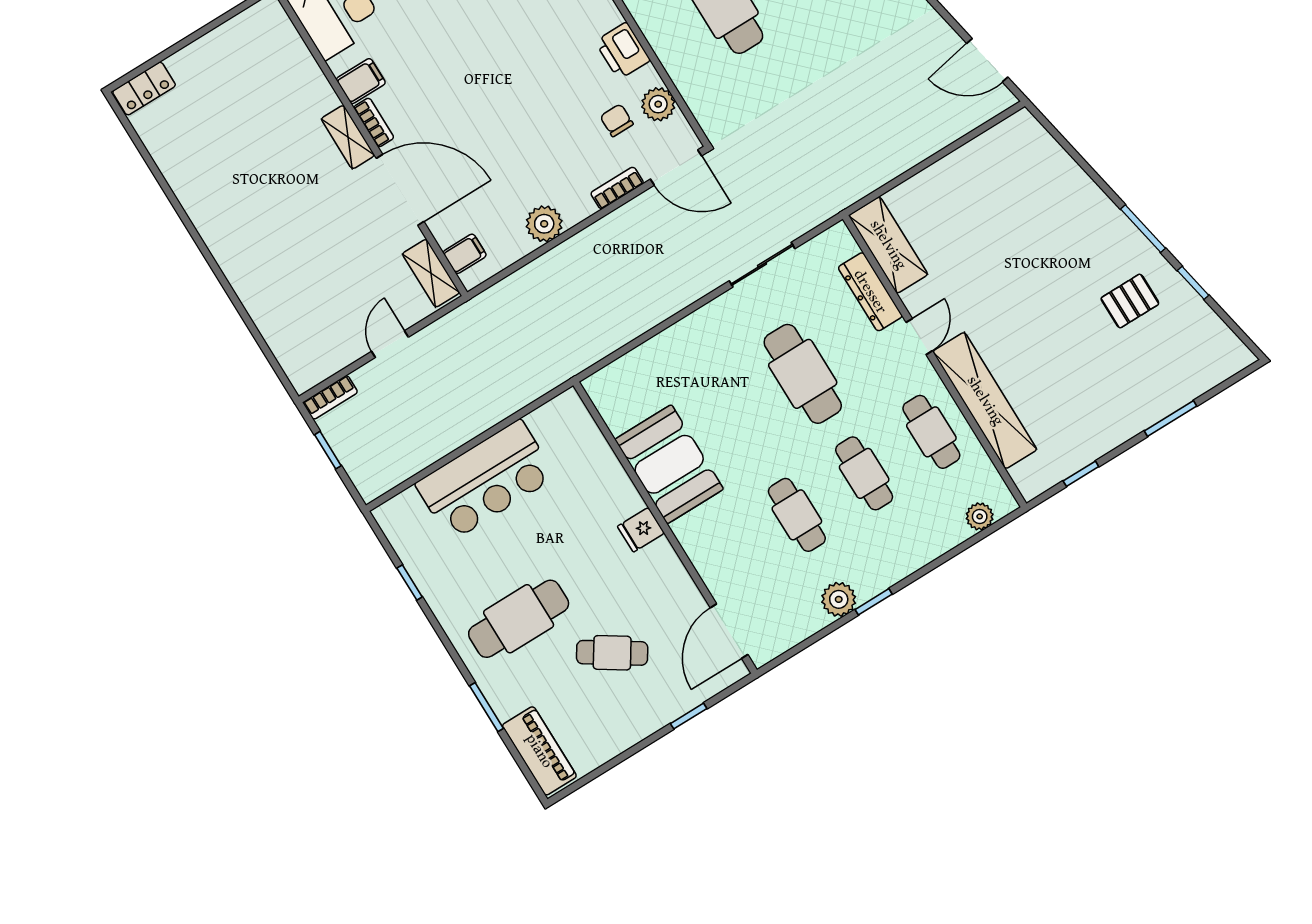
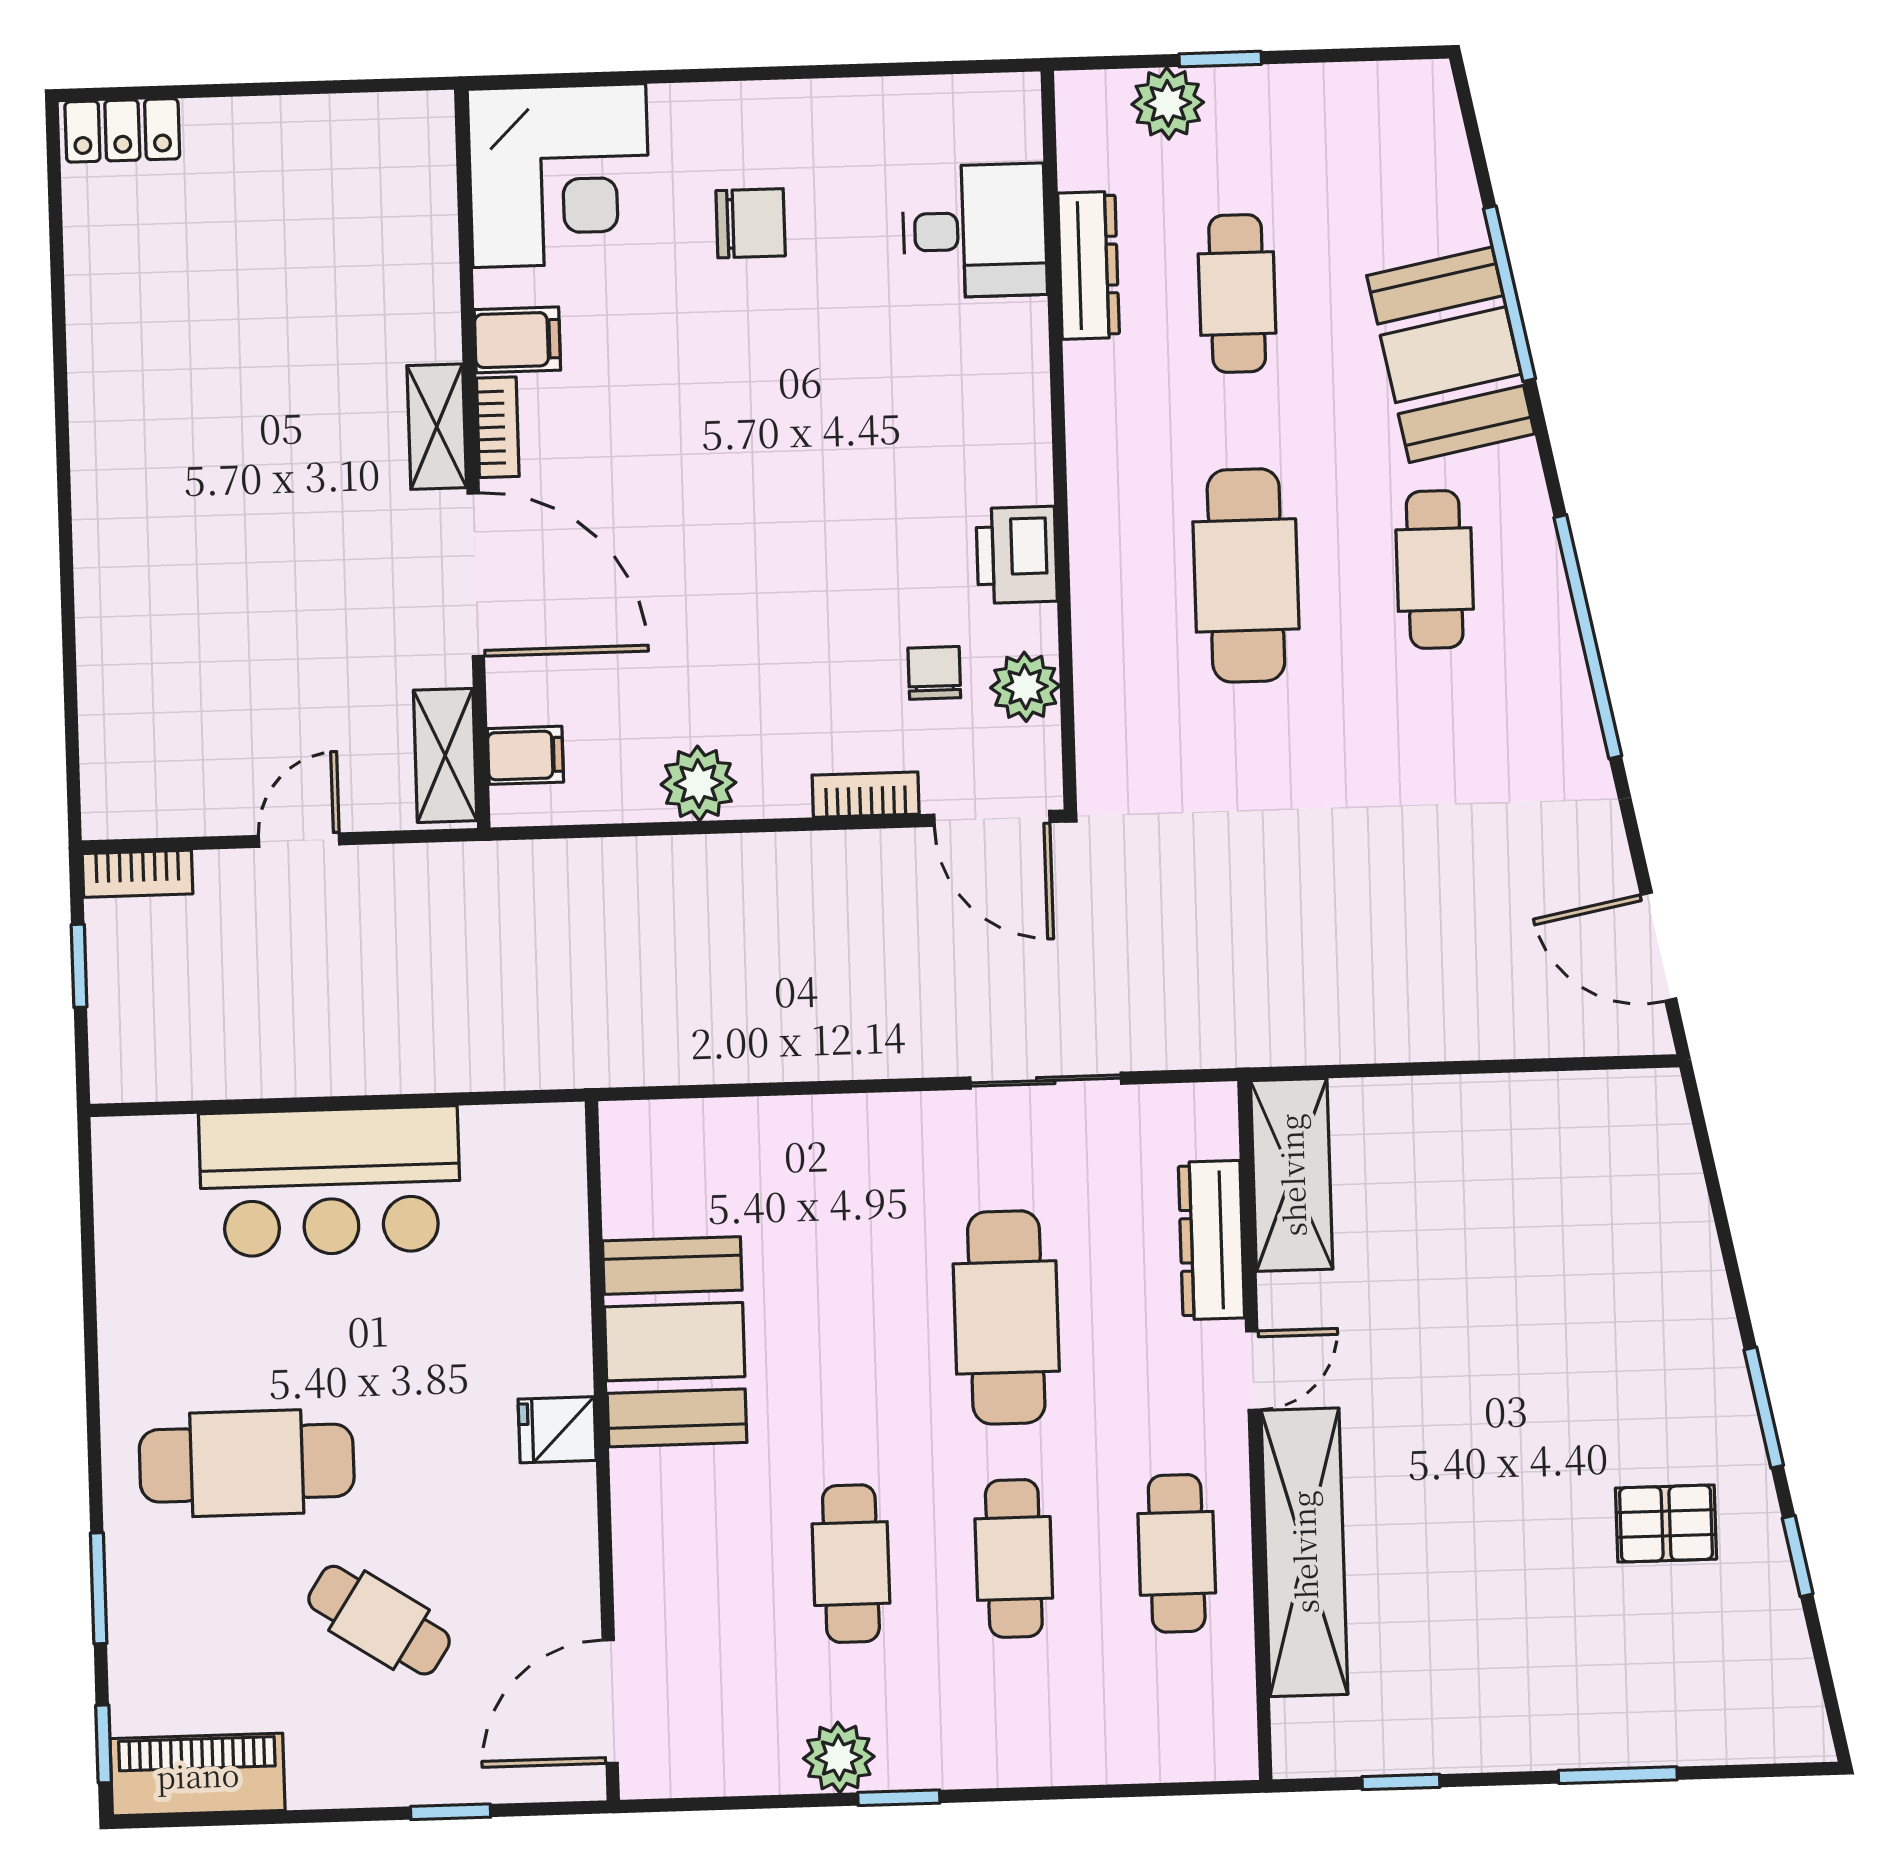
plant: (980, 516) -> (1176, 1754), removed
window: (410, 583) -> (104, 1744), moved
piano: (539, 751) -> (198, 1775), moved, turned -90

